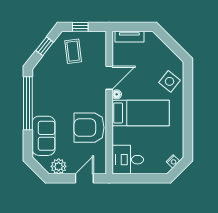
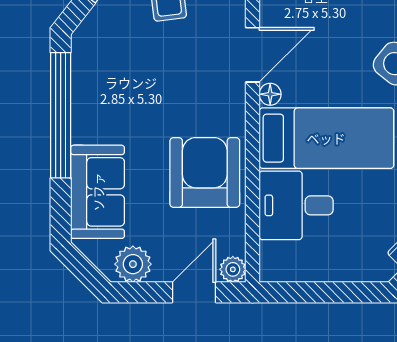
armchair: (89, 128) -> (205, 172), turned 90
desk: (128, 160) -> (296, 205), moved
plant: (101, 169) -> (233, 269), added

